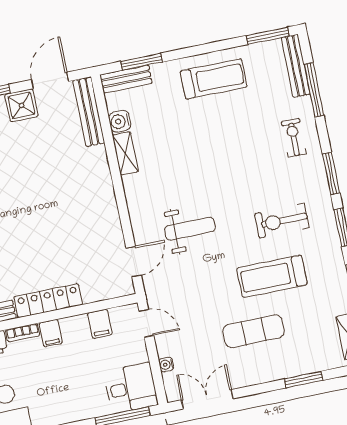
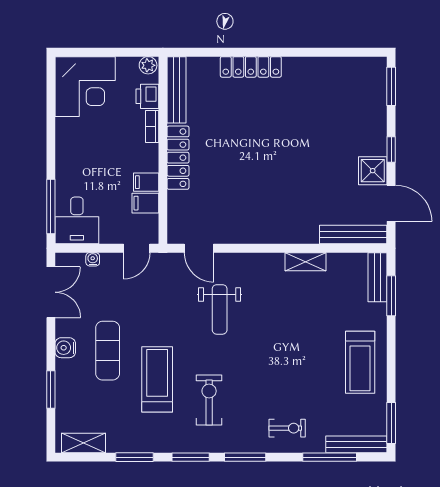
water cooler: (120, 121) -> (65, 348), moved, turned -90
filing cabinet: (51, 333) -> (146, 182), moved

